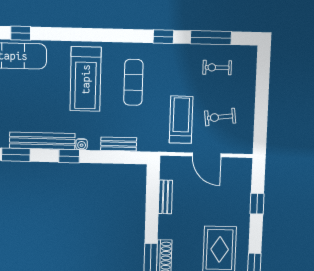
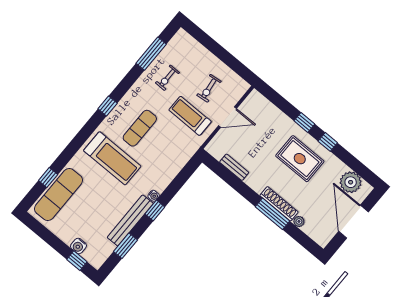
window: (163, 37) -> (108, 106), moved
exercise bike: (217, 68) -> (167, 78), moved
exercise mat: (133, 82) -> (140, 128), turned 90
bench: (119, 144) -> (173, 171), removed
window: (257, 204) -> (304, 122), moved

